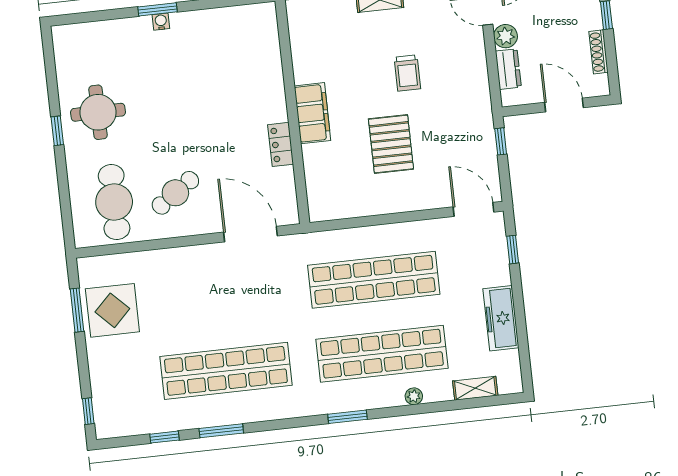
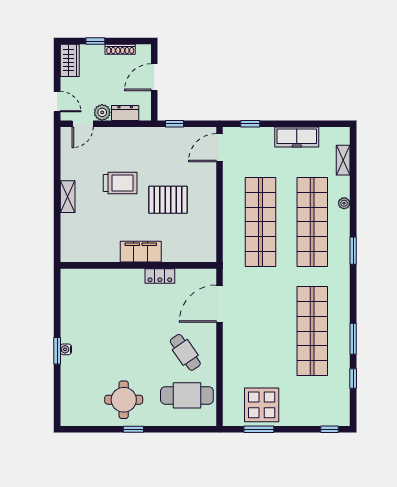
trolley: (407, 73) -> (120, 183), width x1.36, depth x1.39

